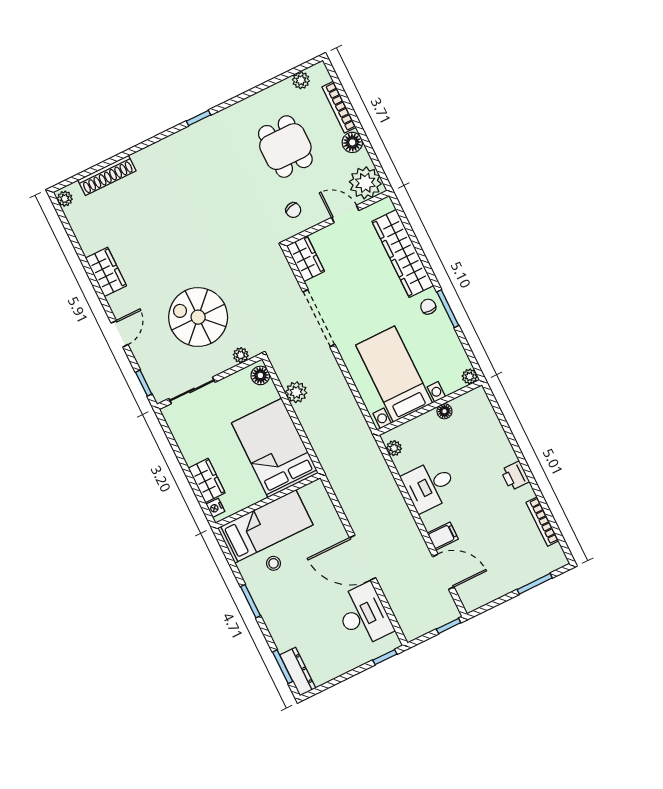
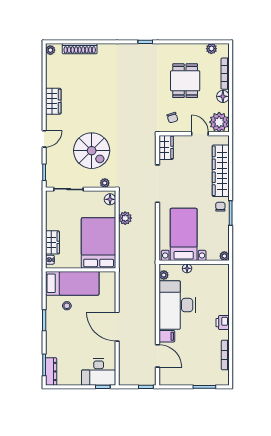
spiral stairs: (198, 317) -> (92, 151), turned 180
floor lamp: (444, 411) -> (187, 268), moved
desk: (429, 486) -> (177, 305), width x1.87, depth x1.30
desk: (364, 615) -> (99, 372), moved, turned 90

